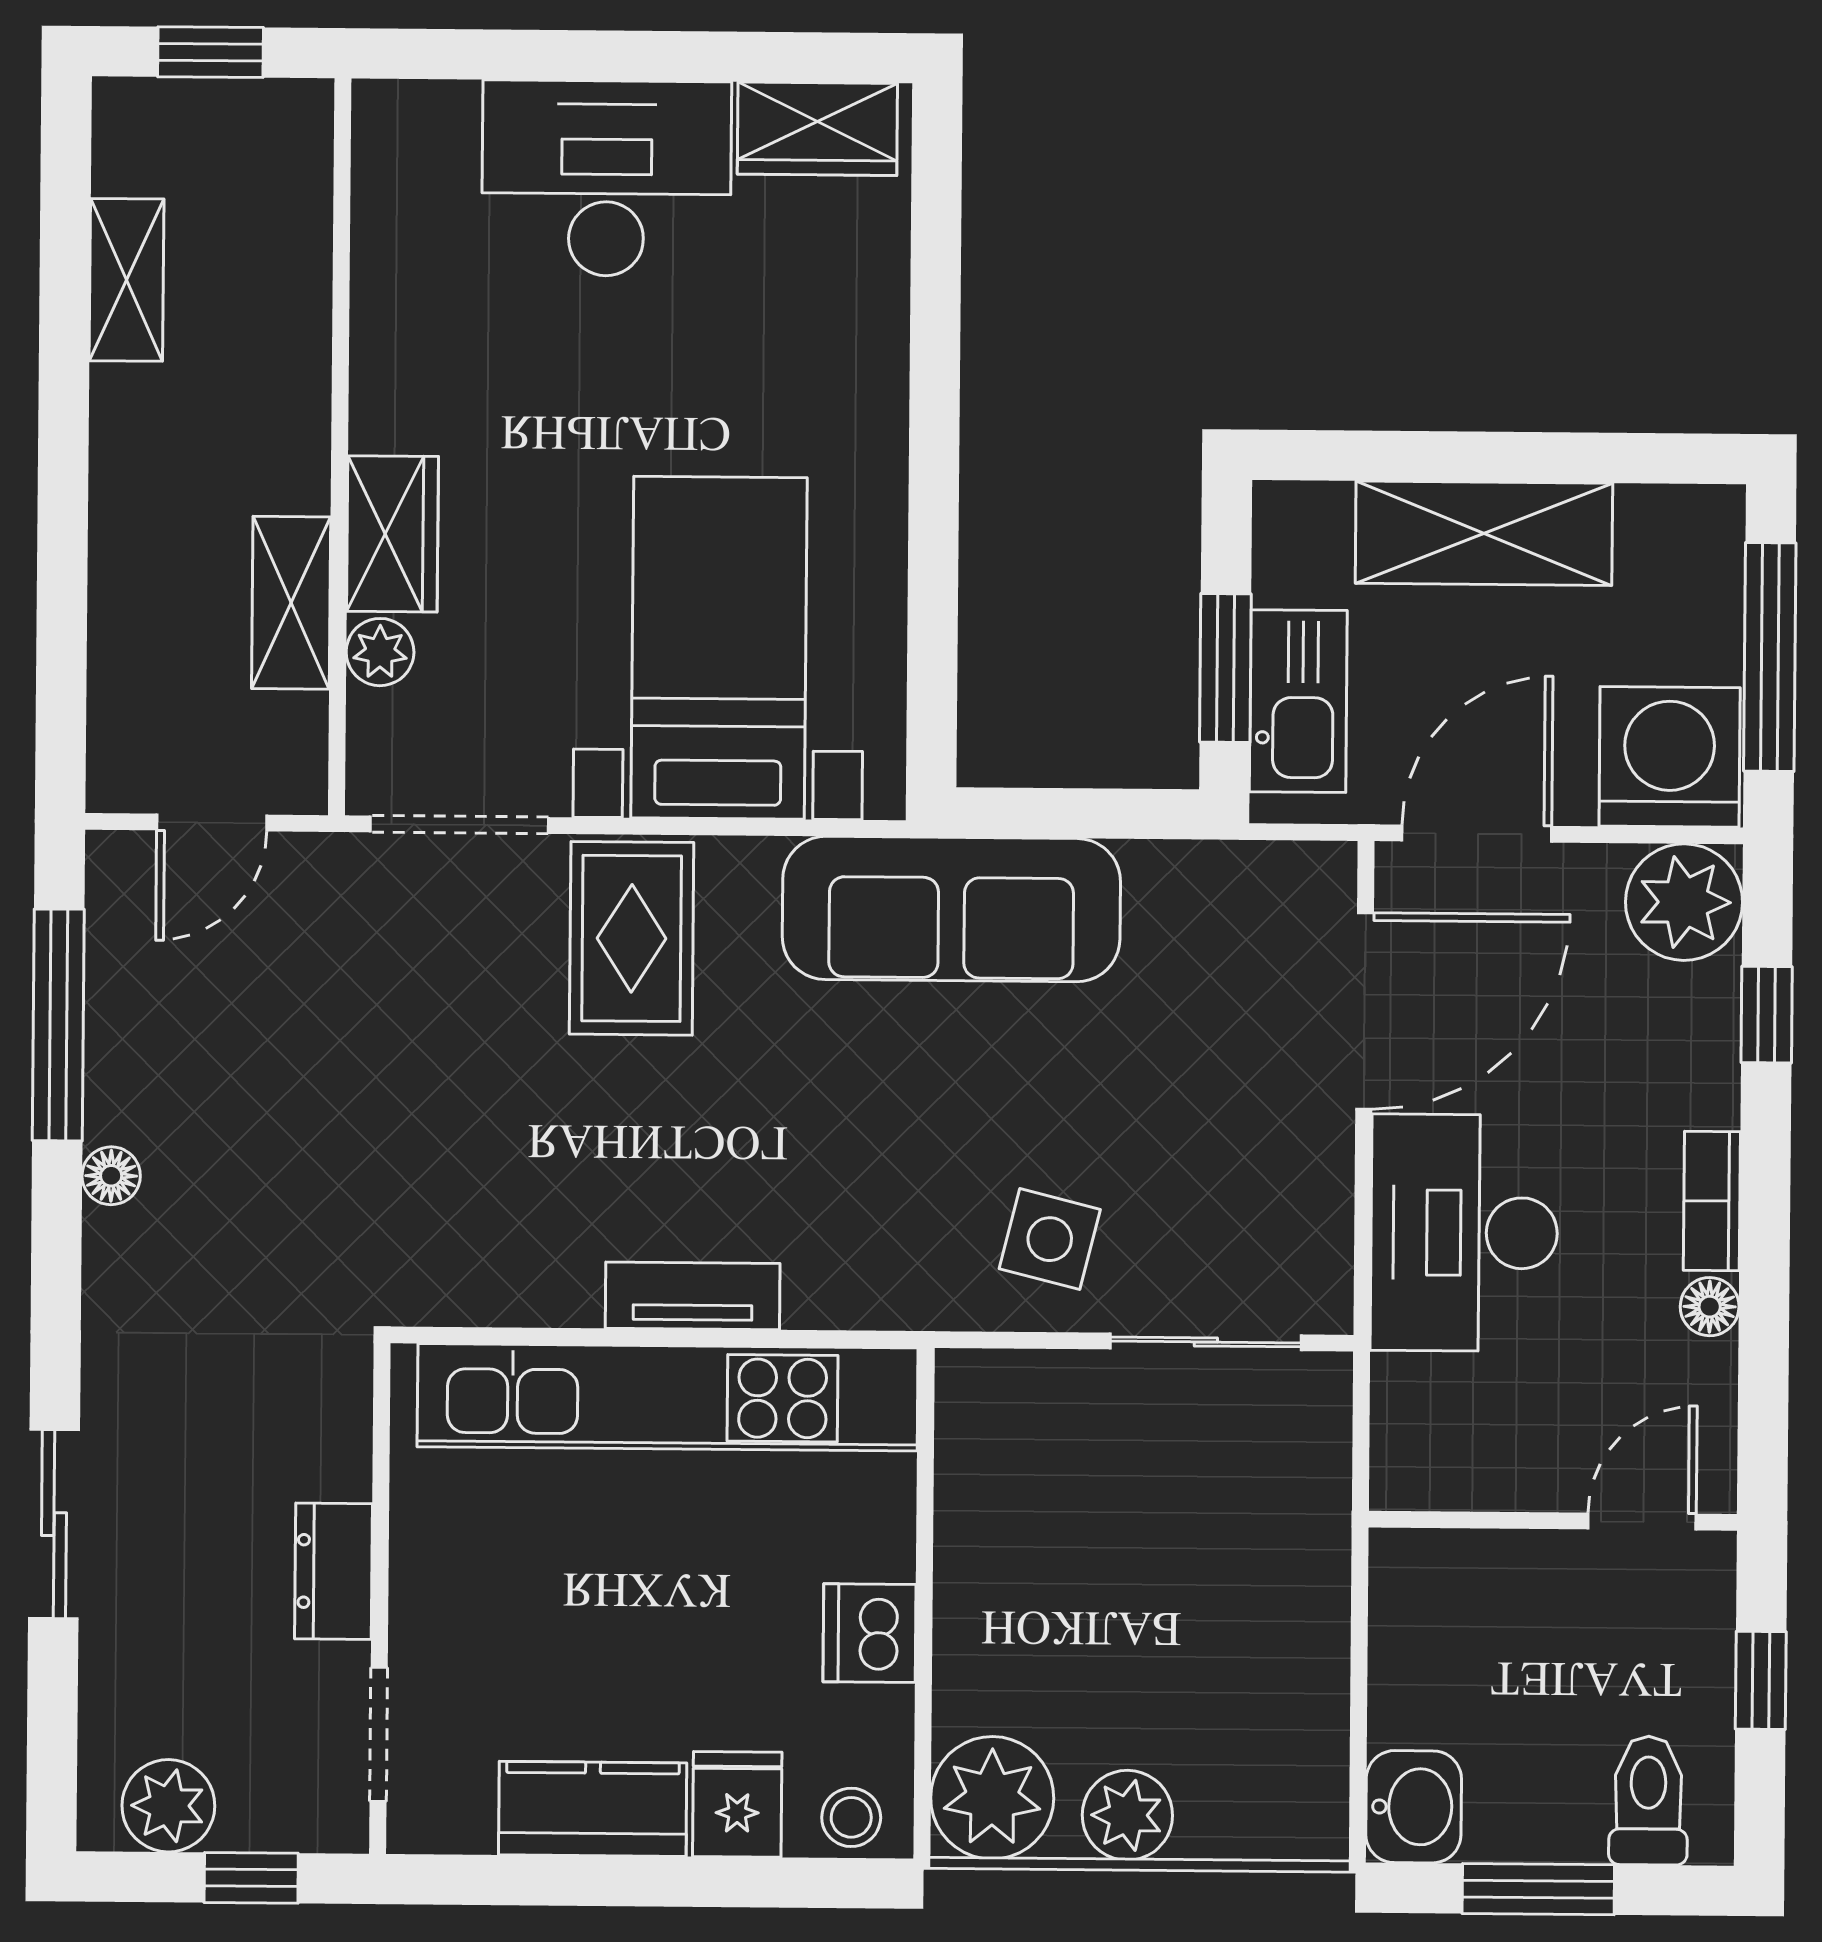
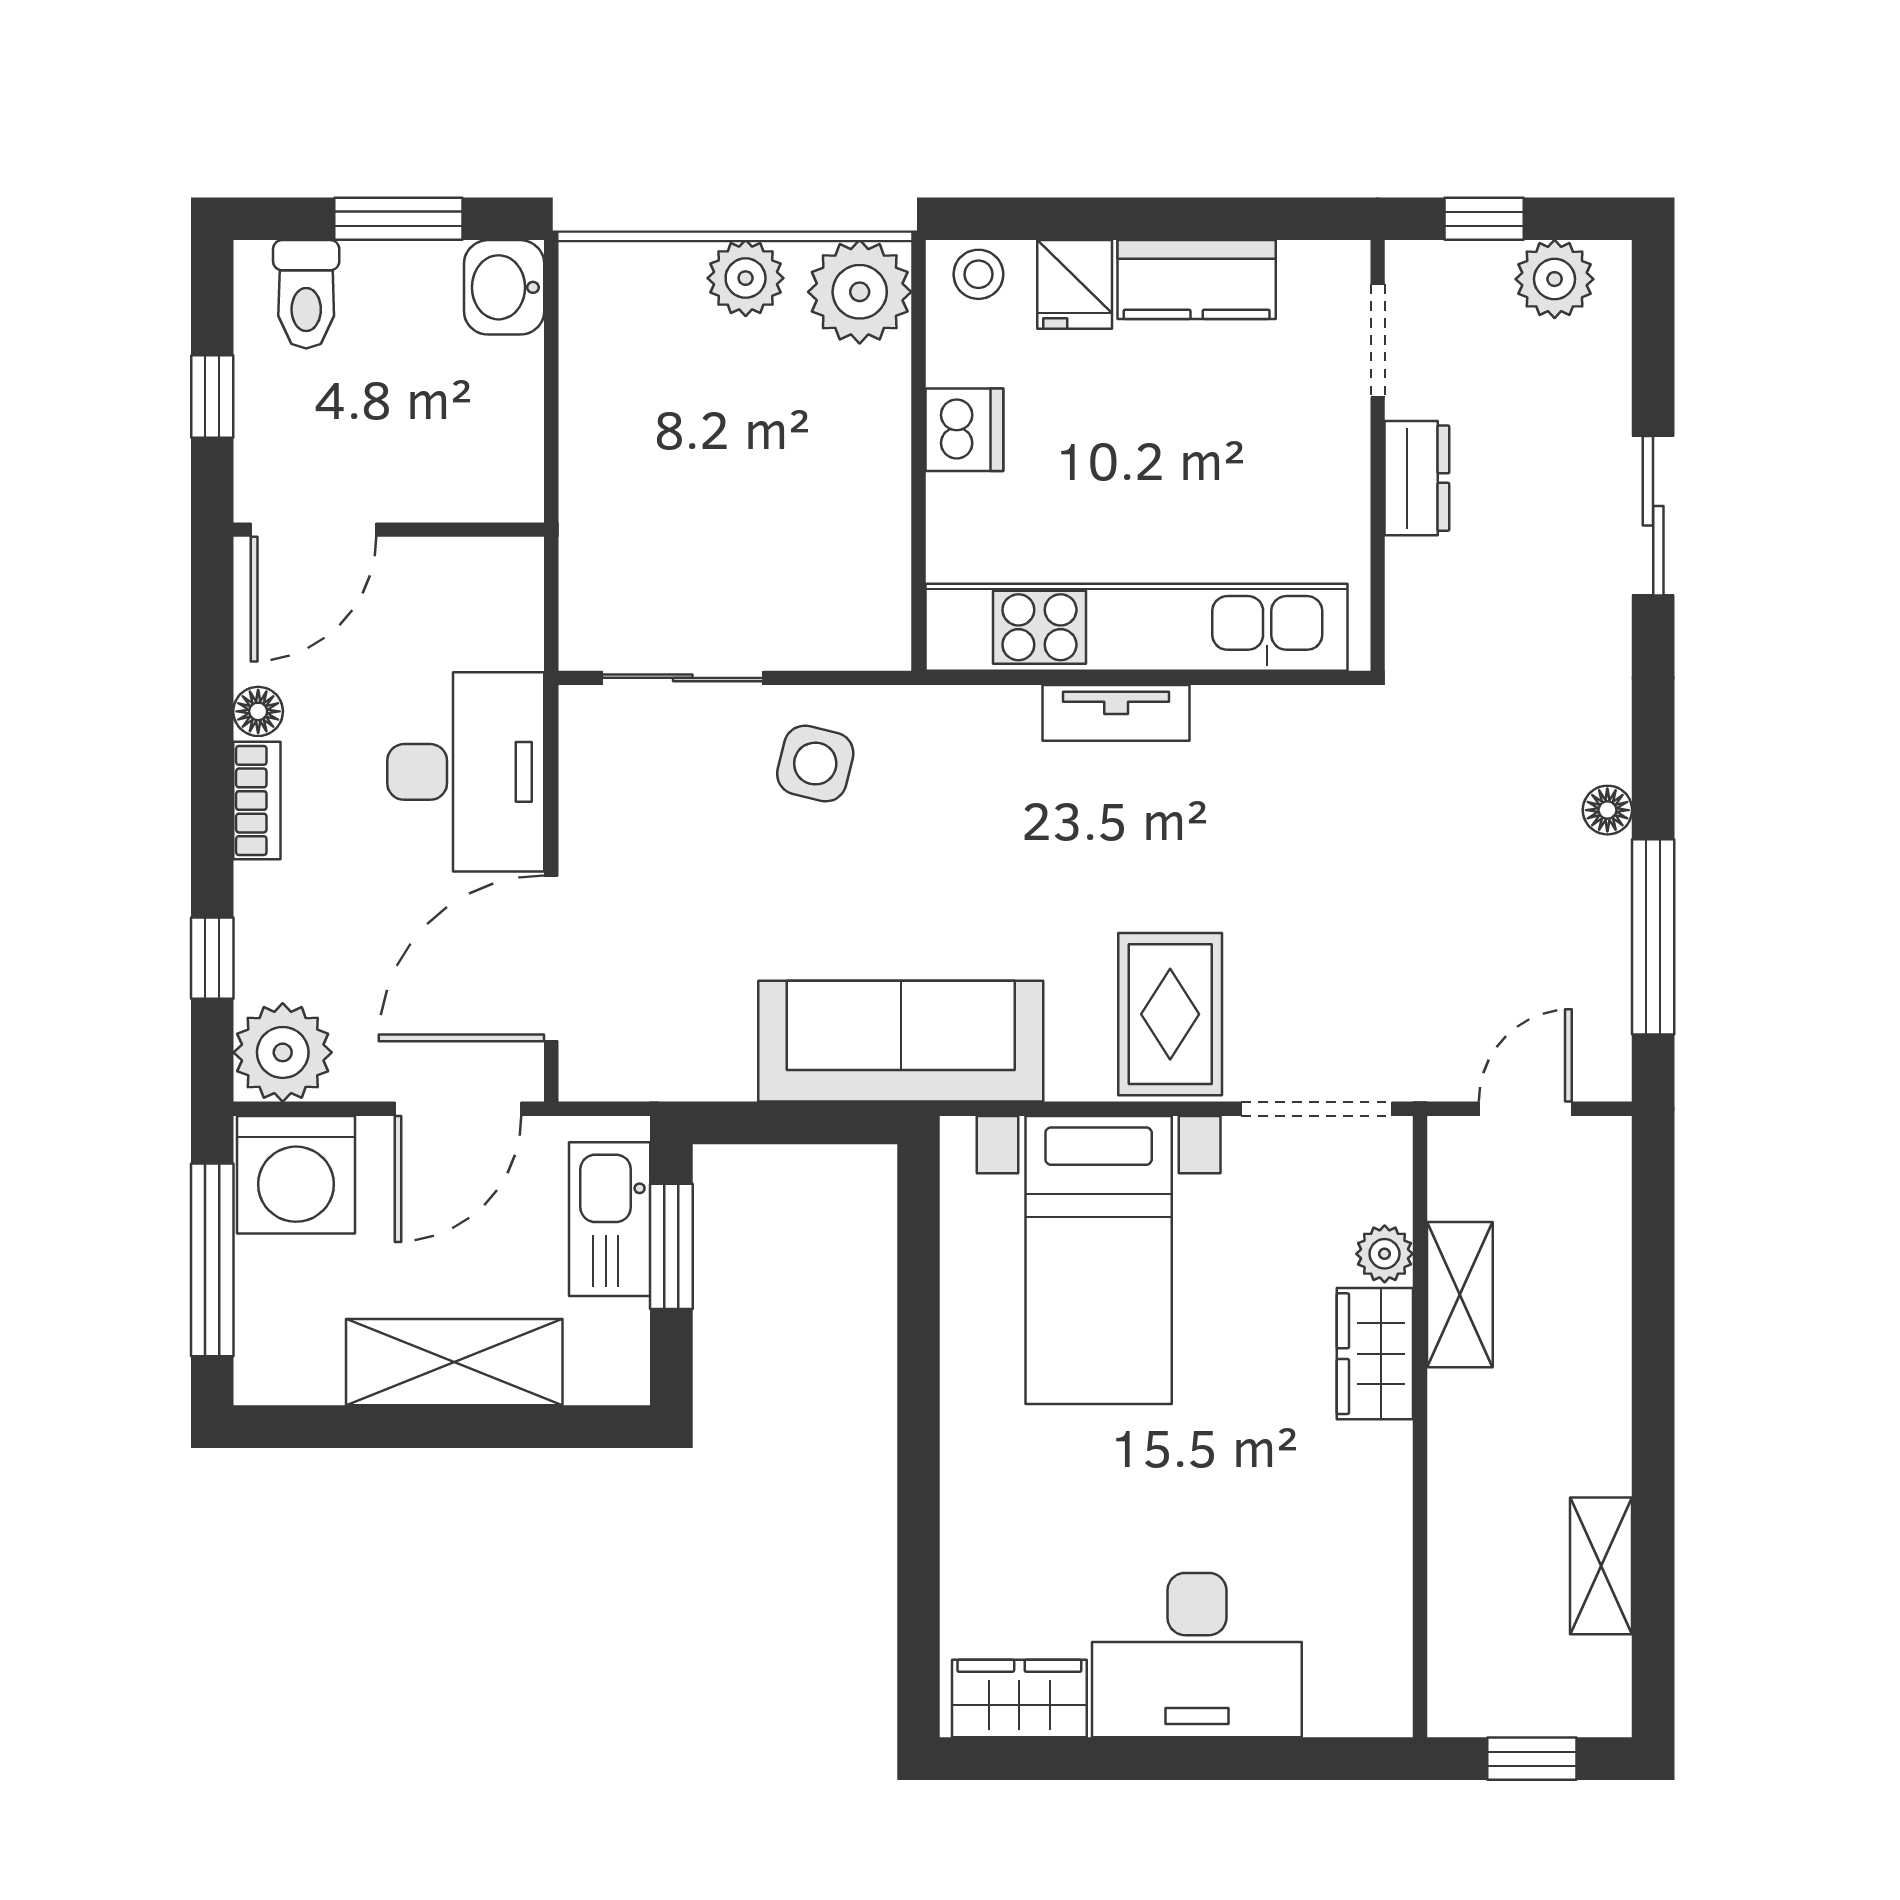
door: (1642, 1522) -> (314, 530), width x1.38

